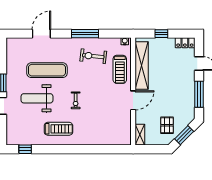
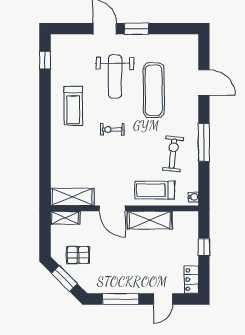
shelving: (142, 66) -> (150, 220), width x0.68
weight bench: (37, 98) -> (115, 76), turned 180
shelving: (125, 129) -> (72, 197), added

